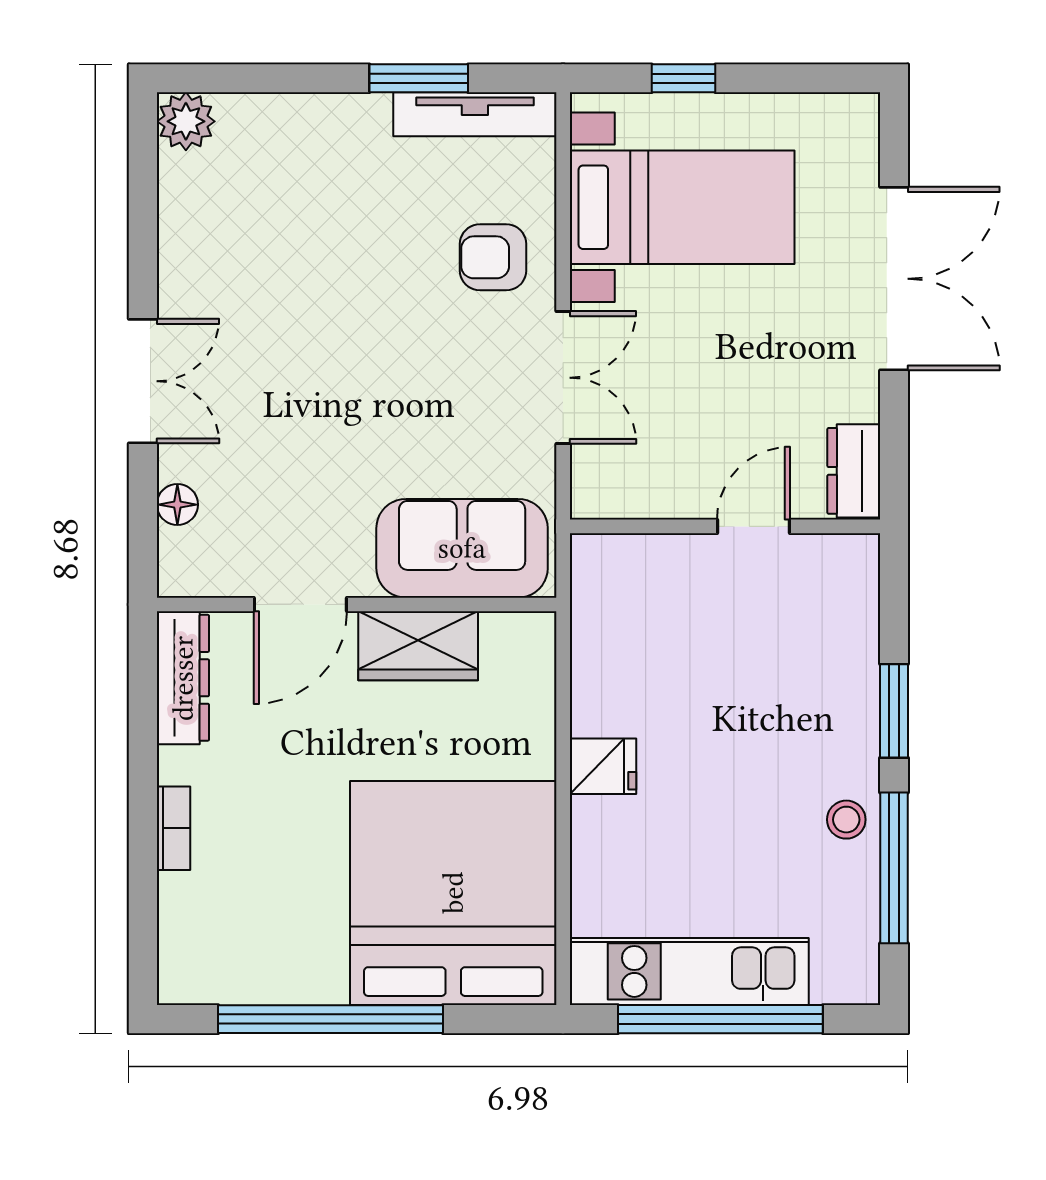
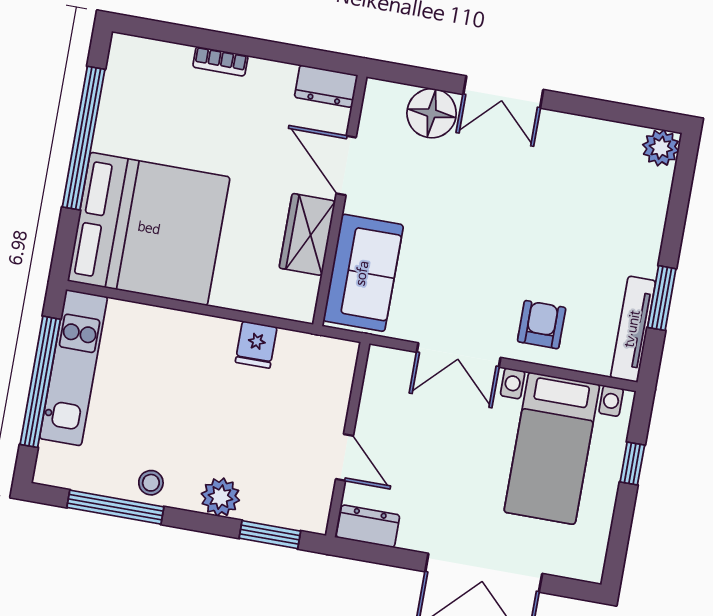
floor lamp: (177, 505) -> (432, 113), width x1.89, depth x1.89
dresser: (183, 678) -> (326, 86), width x0.70
plant: (849, 708) -> (220, 497), added
window: (894, 711) -> (270, 535), moved
fridge: (603, 766) -> (256, 345), moved

